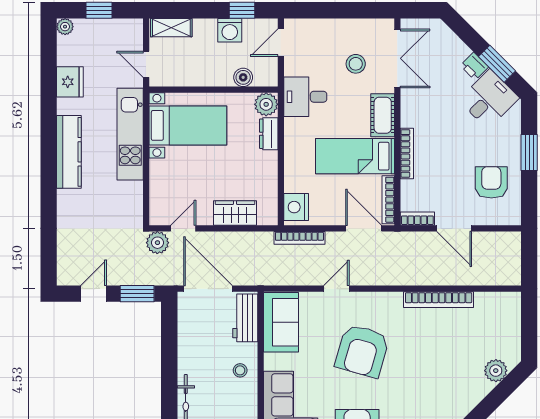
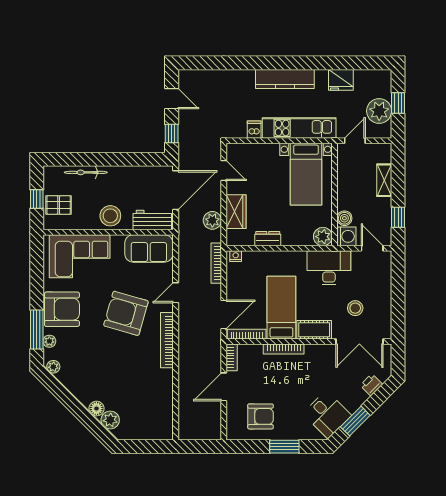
plant: (65, 27) -> (379, 111), moved, width x1.87, depth x1.87
shelving: (171, 28) -> (384, 180), moved
washing machine: (230, 30) -> (346, 236), moved, turned 180
printer: (474, 66) -> (371, 385), moved
desk: (305, 97) -> (329, 268), width x1.37
dresser: (269, 134) -> (268, 239), moved
dishwasher: (132, 190) -> (254, 130), added
nightstand: (296, 207) -> (236, 256), width x0.53, depth x0.56
plant: (157, 243) -> (212, 220), moved
door: (336, 289) -> (176, 293), swing flipped
window: (137, 294) -> (172, 133), width x0.67
bookcase: (439, 300) -> (167, 340), moved
stool: (240, 370) -> (110, 216), width x1.89, depth x1.89
floor lamp: (481, 388) -> (96, 409), added

